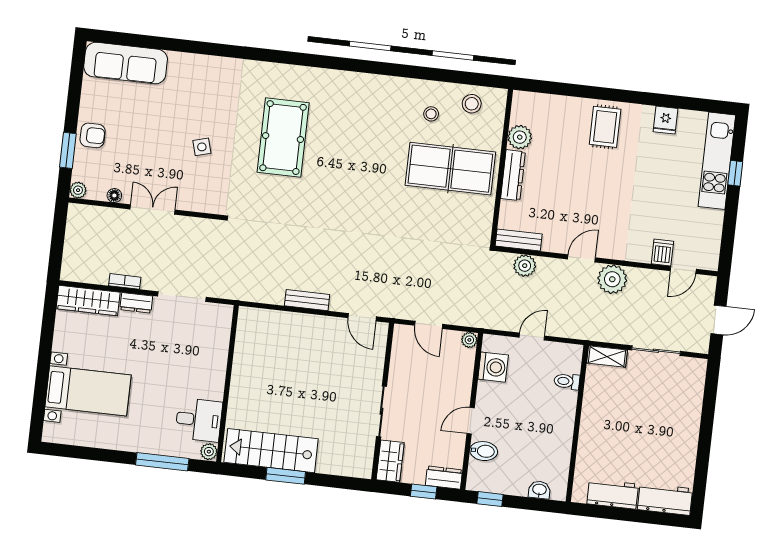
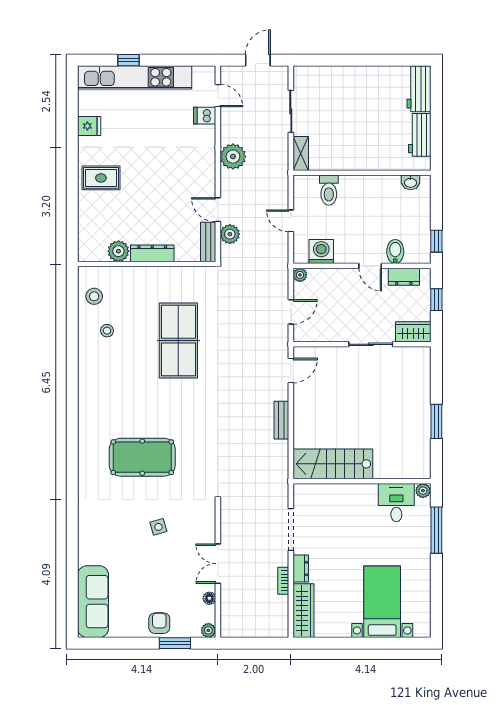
kitchen unit: (717, 161) -> (135, 77), width x1.36
table tennis table: (450, 169) -> (178, 341), moved
door: (581, 258) -> (218, 210), moved
door: (719, 320) -> (258, 60), hinge flipped
toilet: (567, 381) -> (329, 190), width x1.37, depth x1.39
stairs: (271, 451) -> (333, 464), moved, turned 90
dresser: (444, 478) -> (404, 277), moved, turned -90
washbasin: (539, 490) -> (411, 182), moved, turned -90

